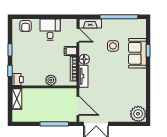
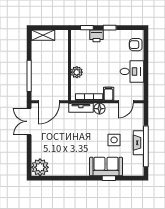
fireplace: (90, 24) -> (138, 143), moved
printer: (18, 80) -> (97, 36), moved
shelving: (17, 99) -> (43, 35), moved

